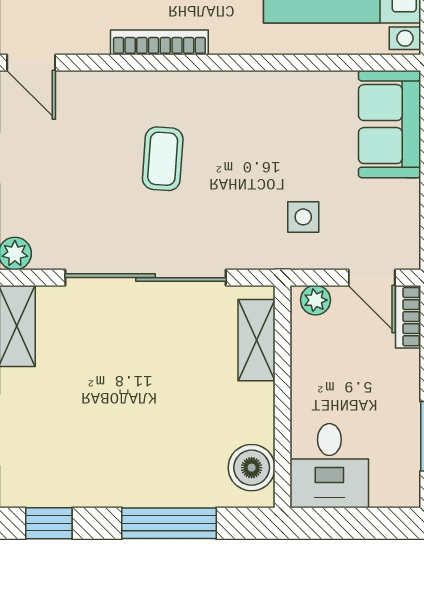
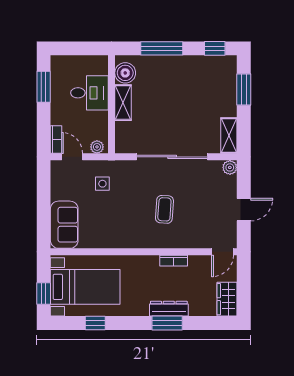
bookcase: (159, 42) -> (174, 261), width x0.64
door: (31, 63) -> (223, 252), swing flipped
shelving: (257, 340) -> (123, 103), moved
desk: (329, 466) -> (89, 93), moved, turned 90

